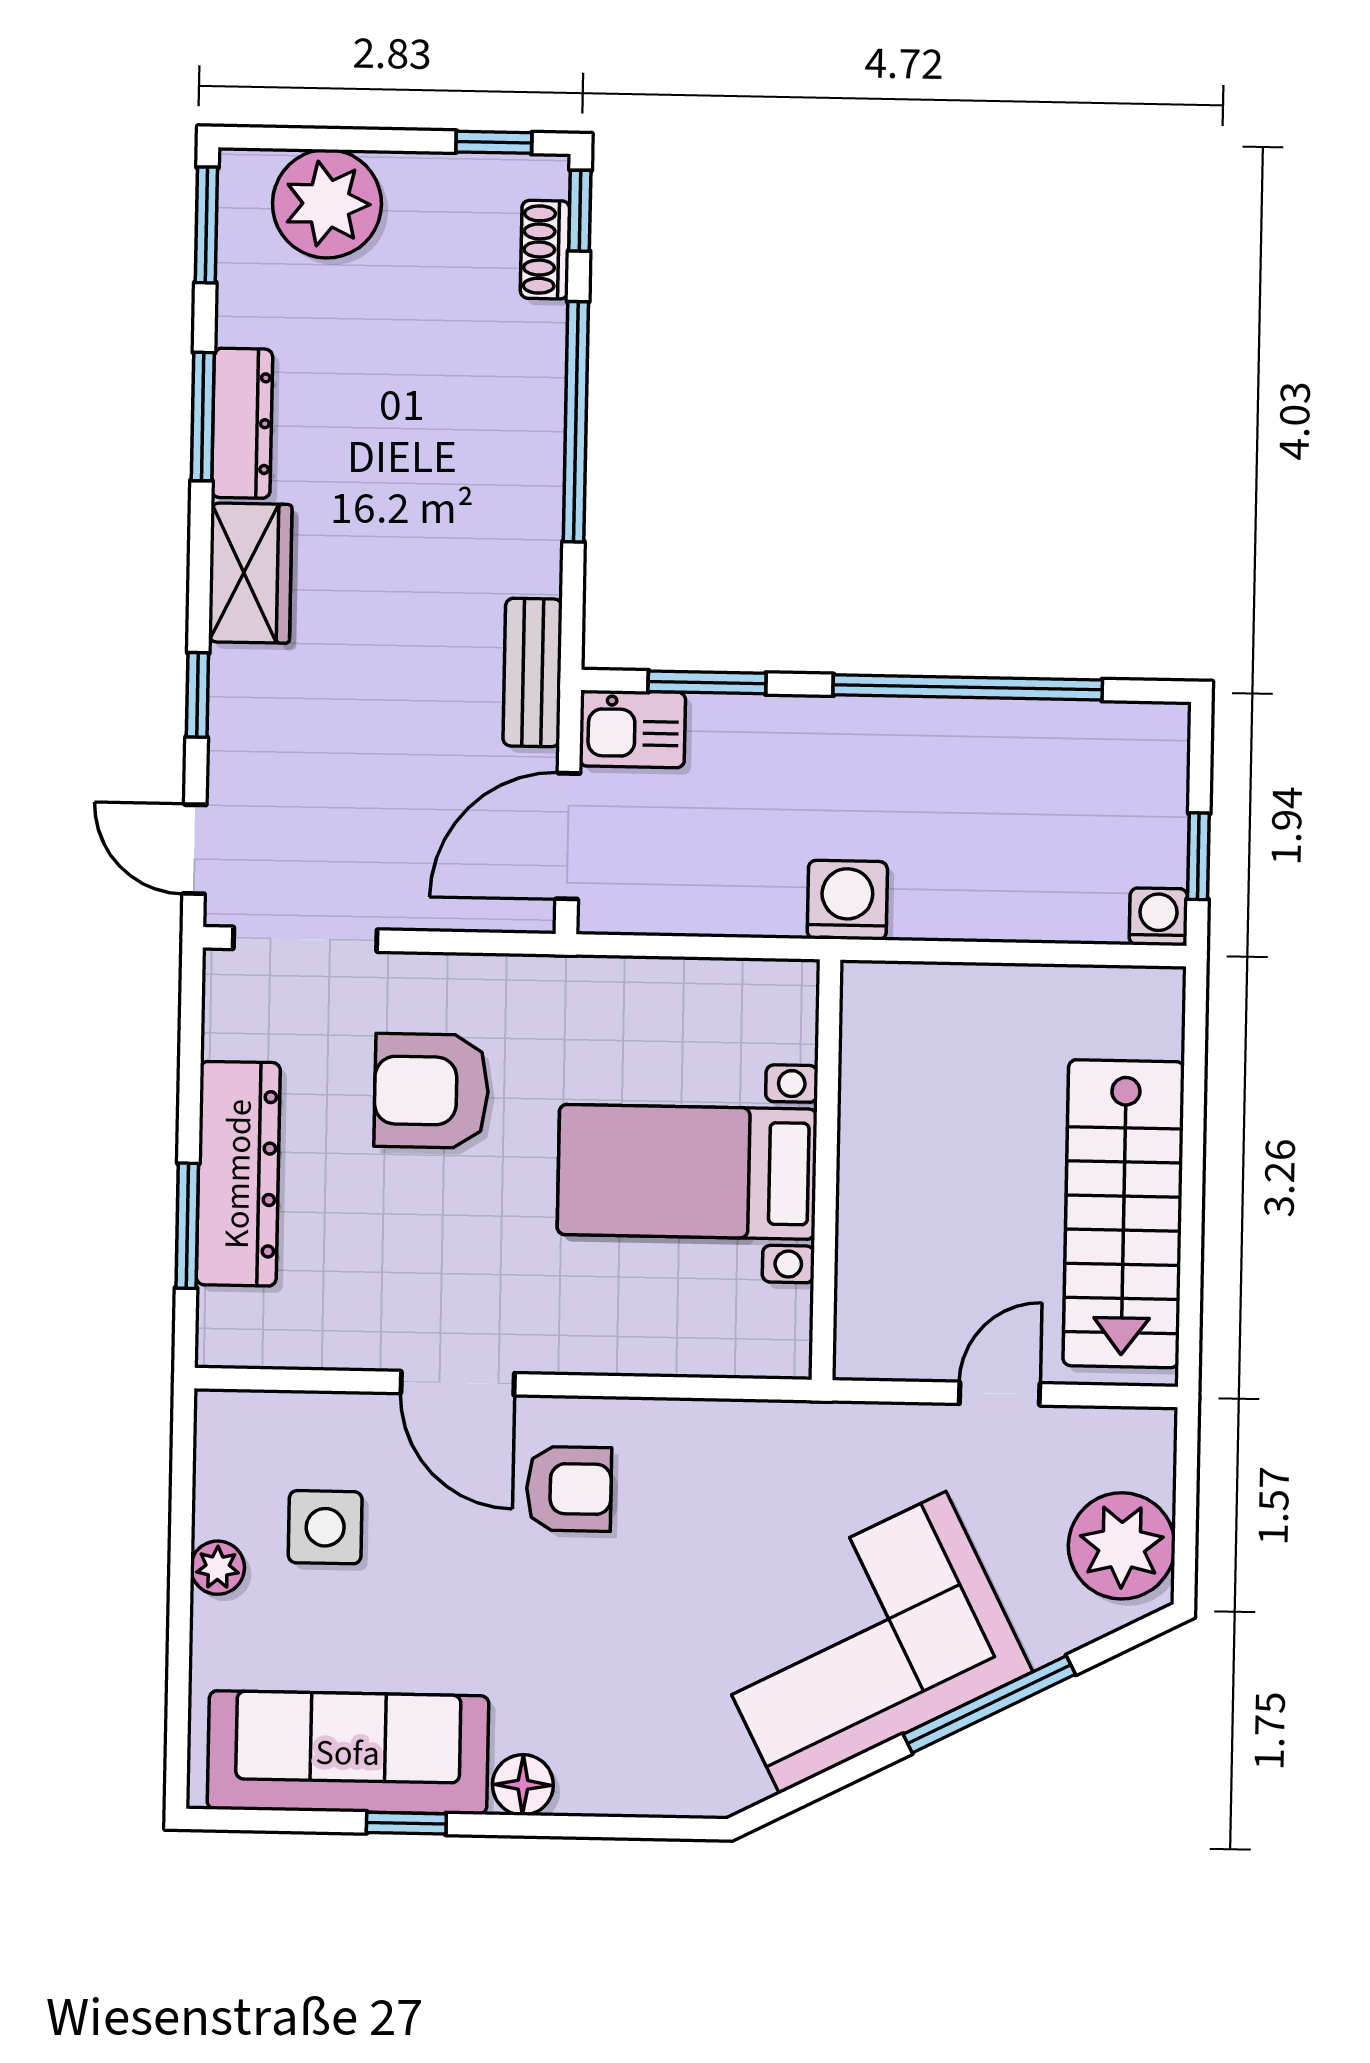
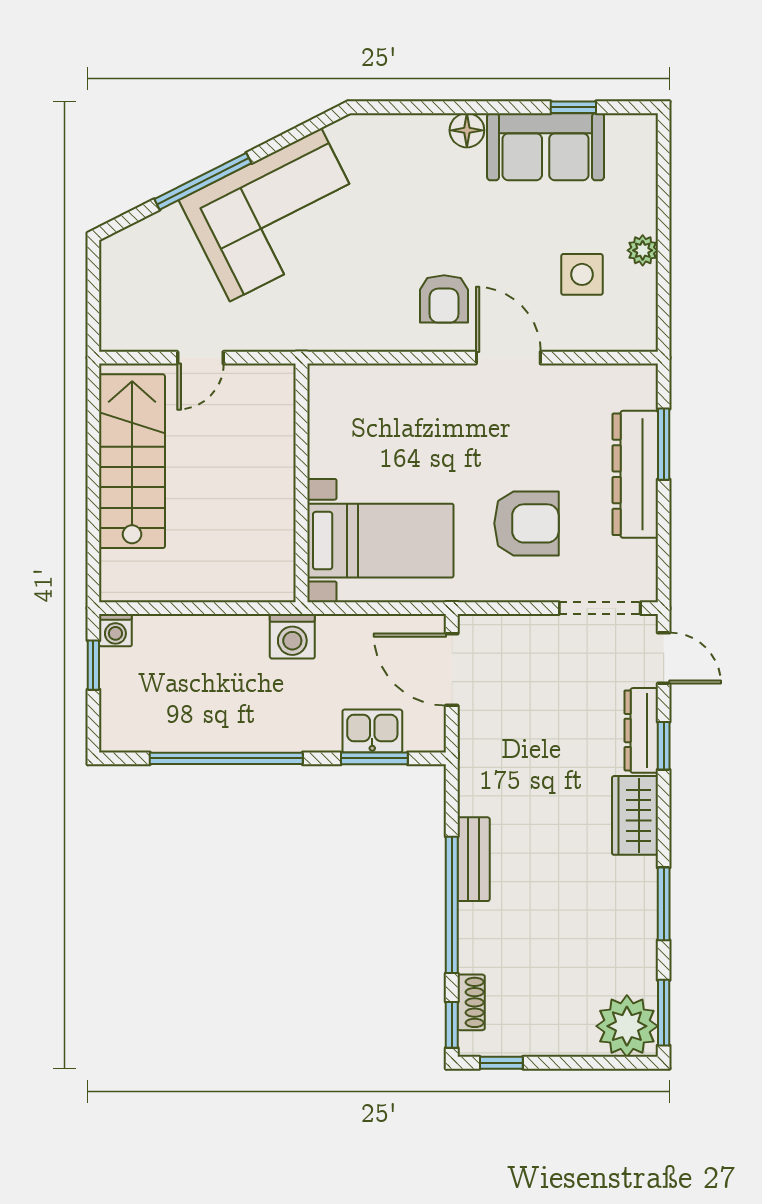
plant: (327, 204) -> (627, 1026), moved
dresser: (242, 423) -> (641, 730), moved
bench: (533, 672) -> (474, 859), moved
kitchen sink: (632, 729) -> (372, 731), moved
door: (568, 836) -> (452, 670), swing flipped
bed with nightstands: (687, 1172) -> (380, 541), moved
armchair: (569, 1489) -> (444, 299), turned -90
plant: (1122, 1546) -> (129, 273), removed
sofa: (348, 1753) -> (546, 147), width x0.73
window: (406, 1823) -> (573, 107), moved

